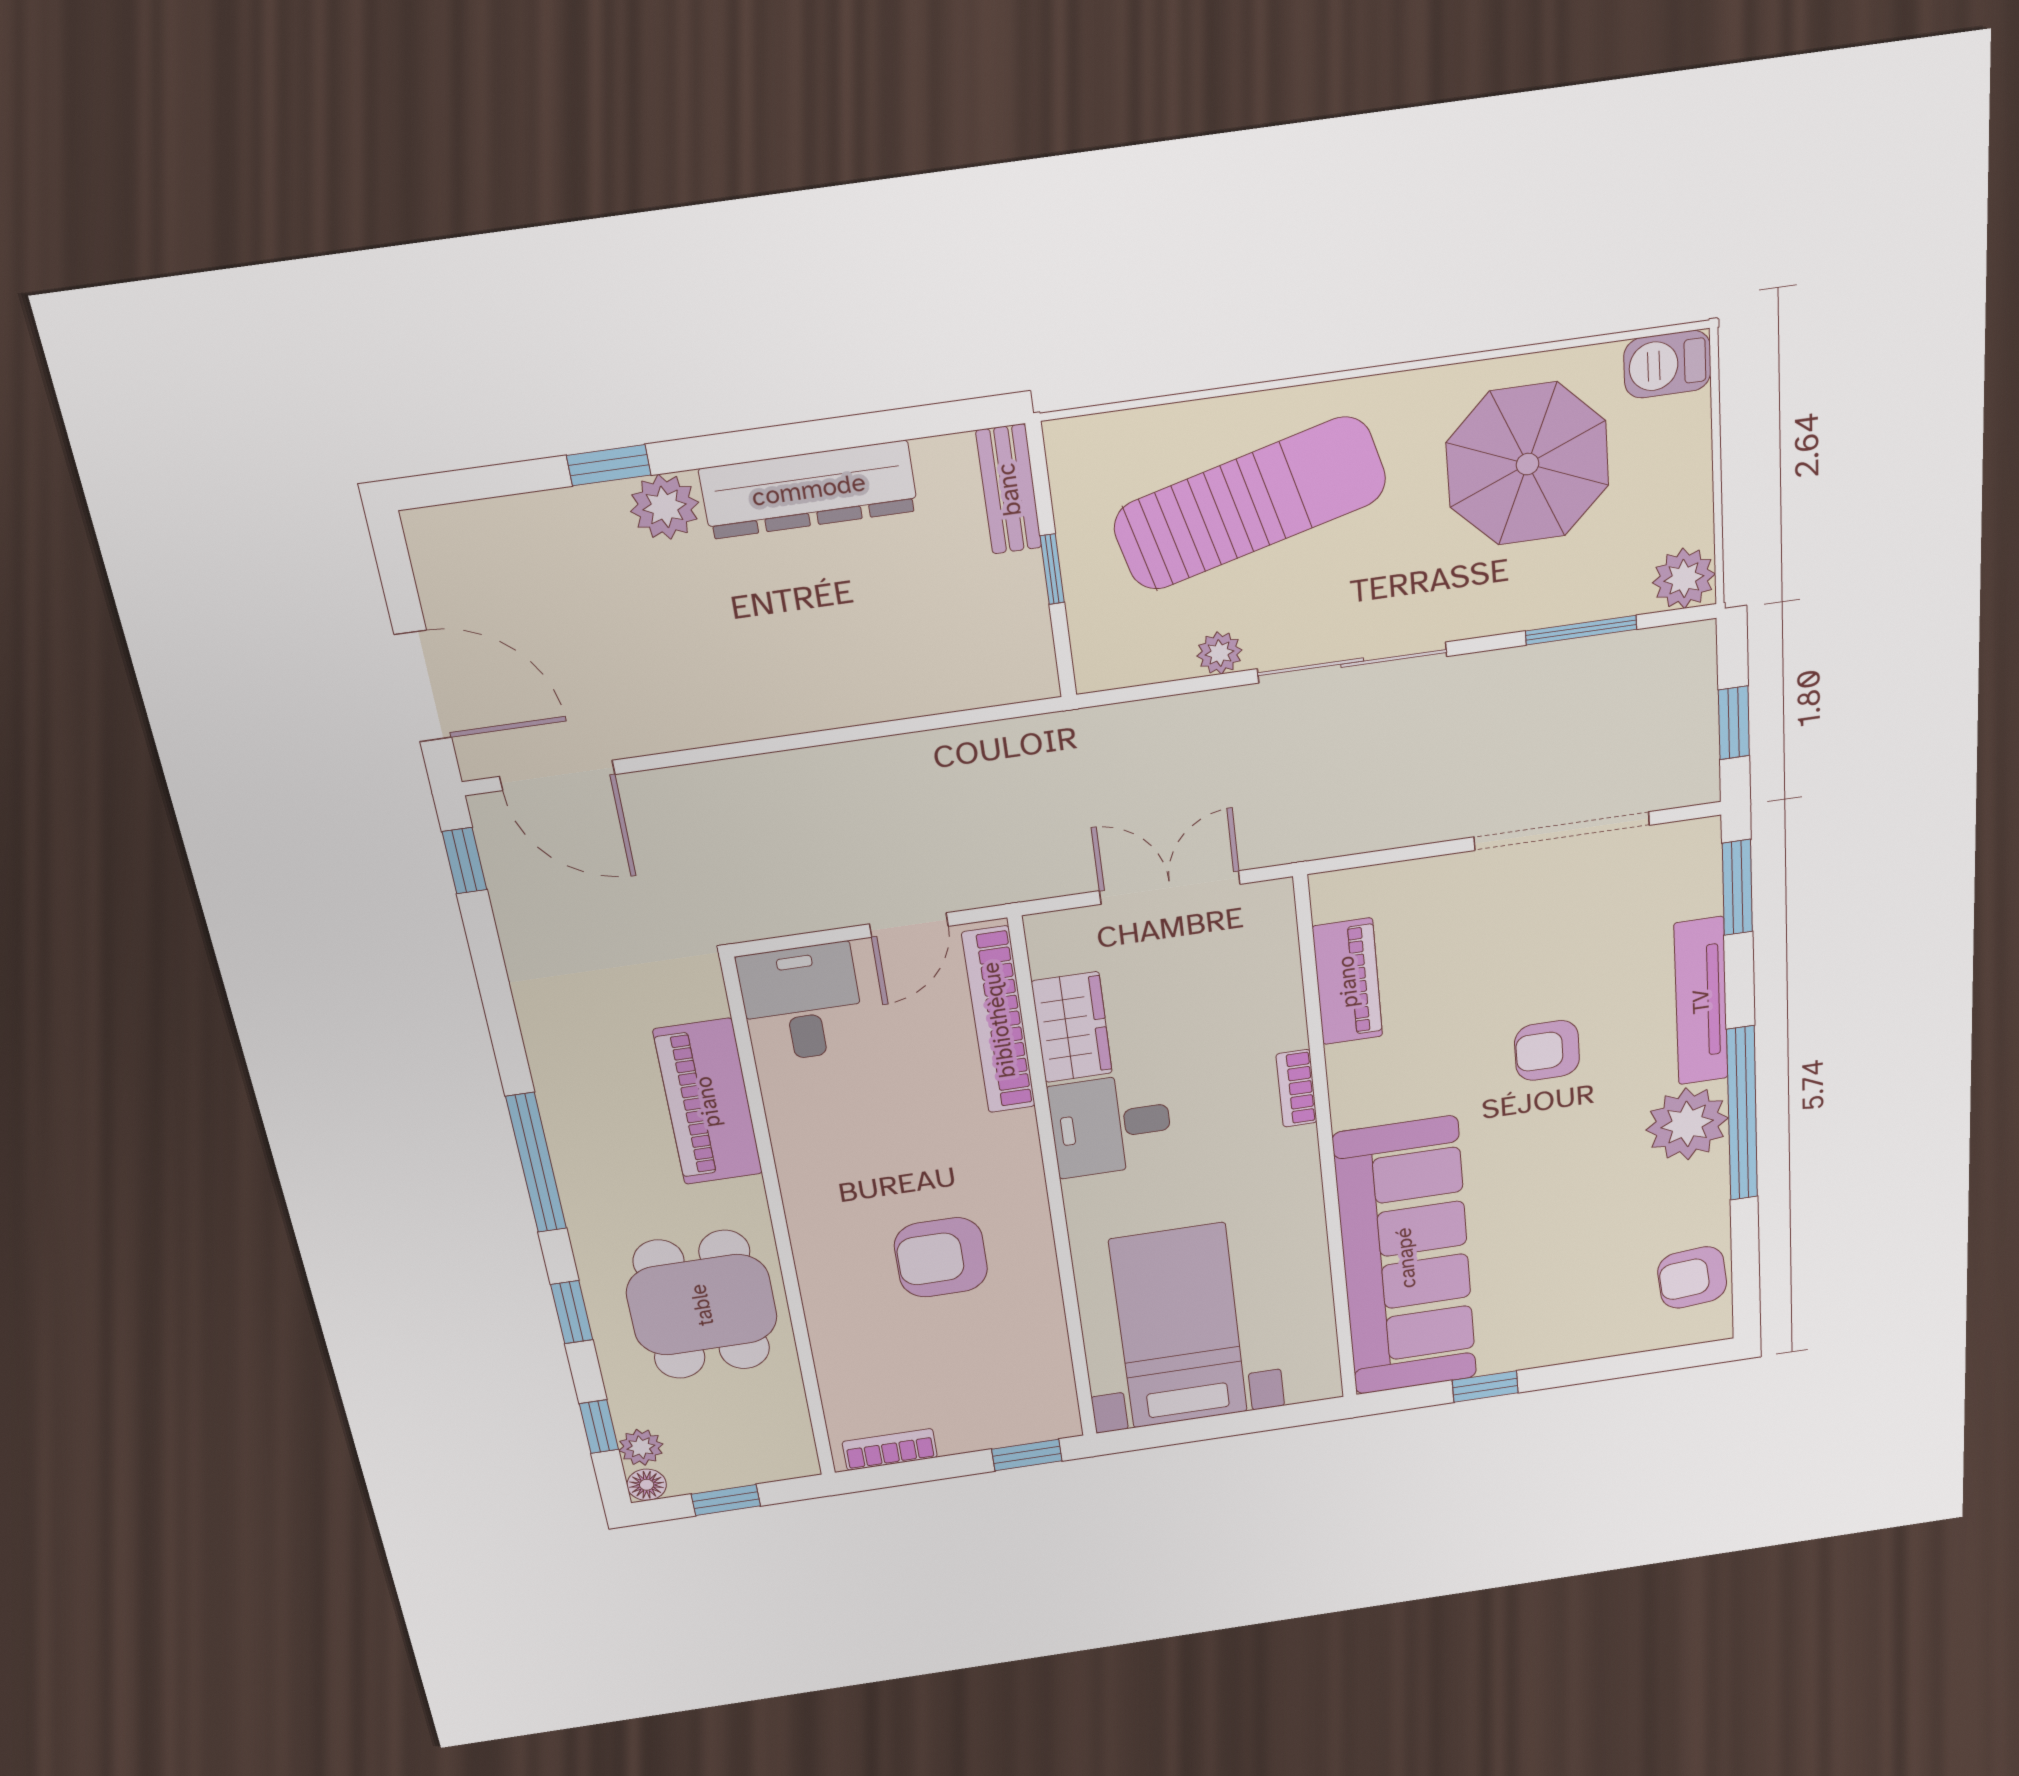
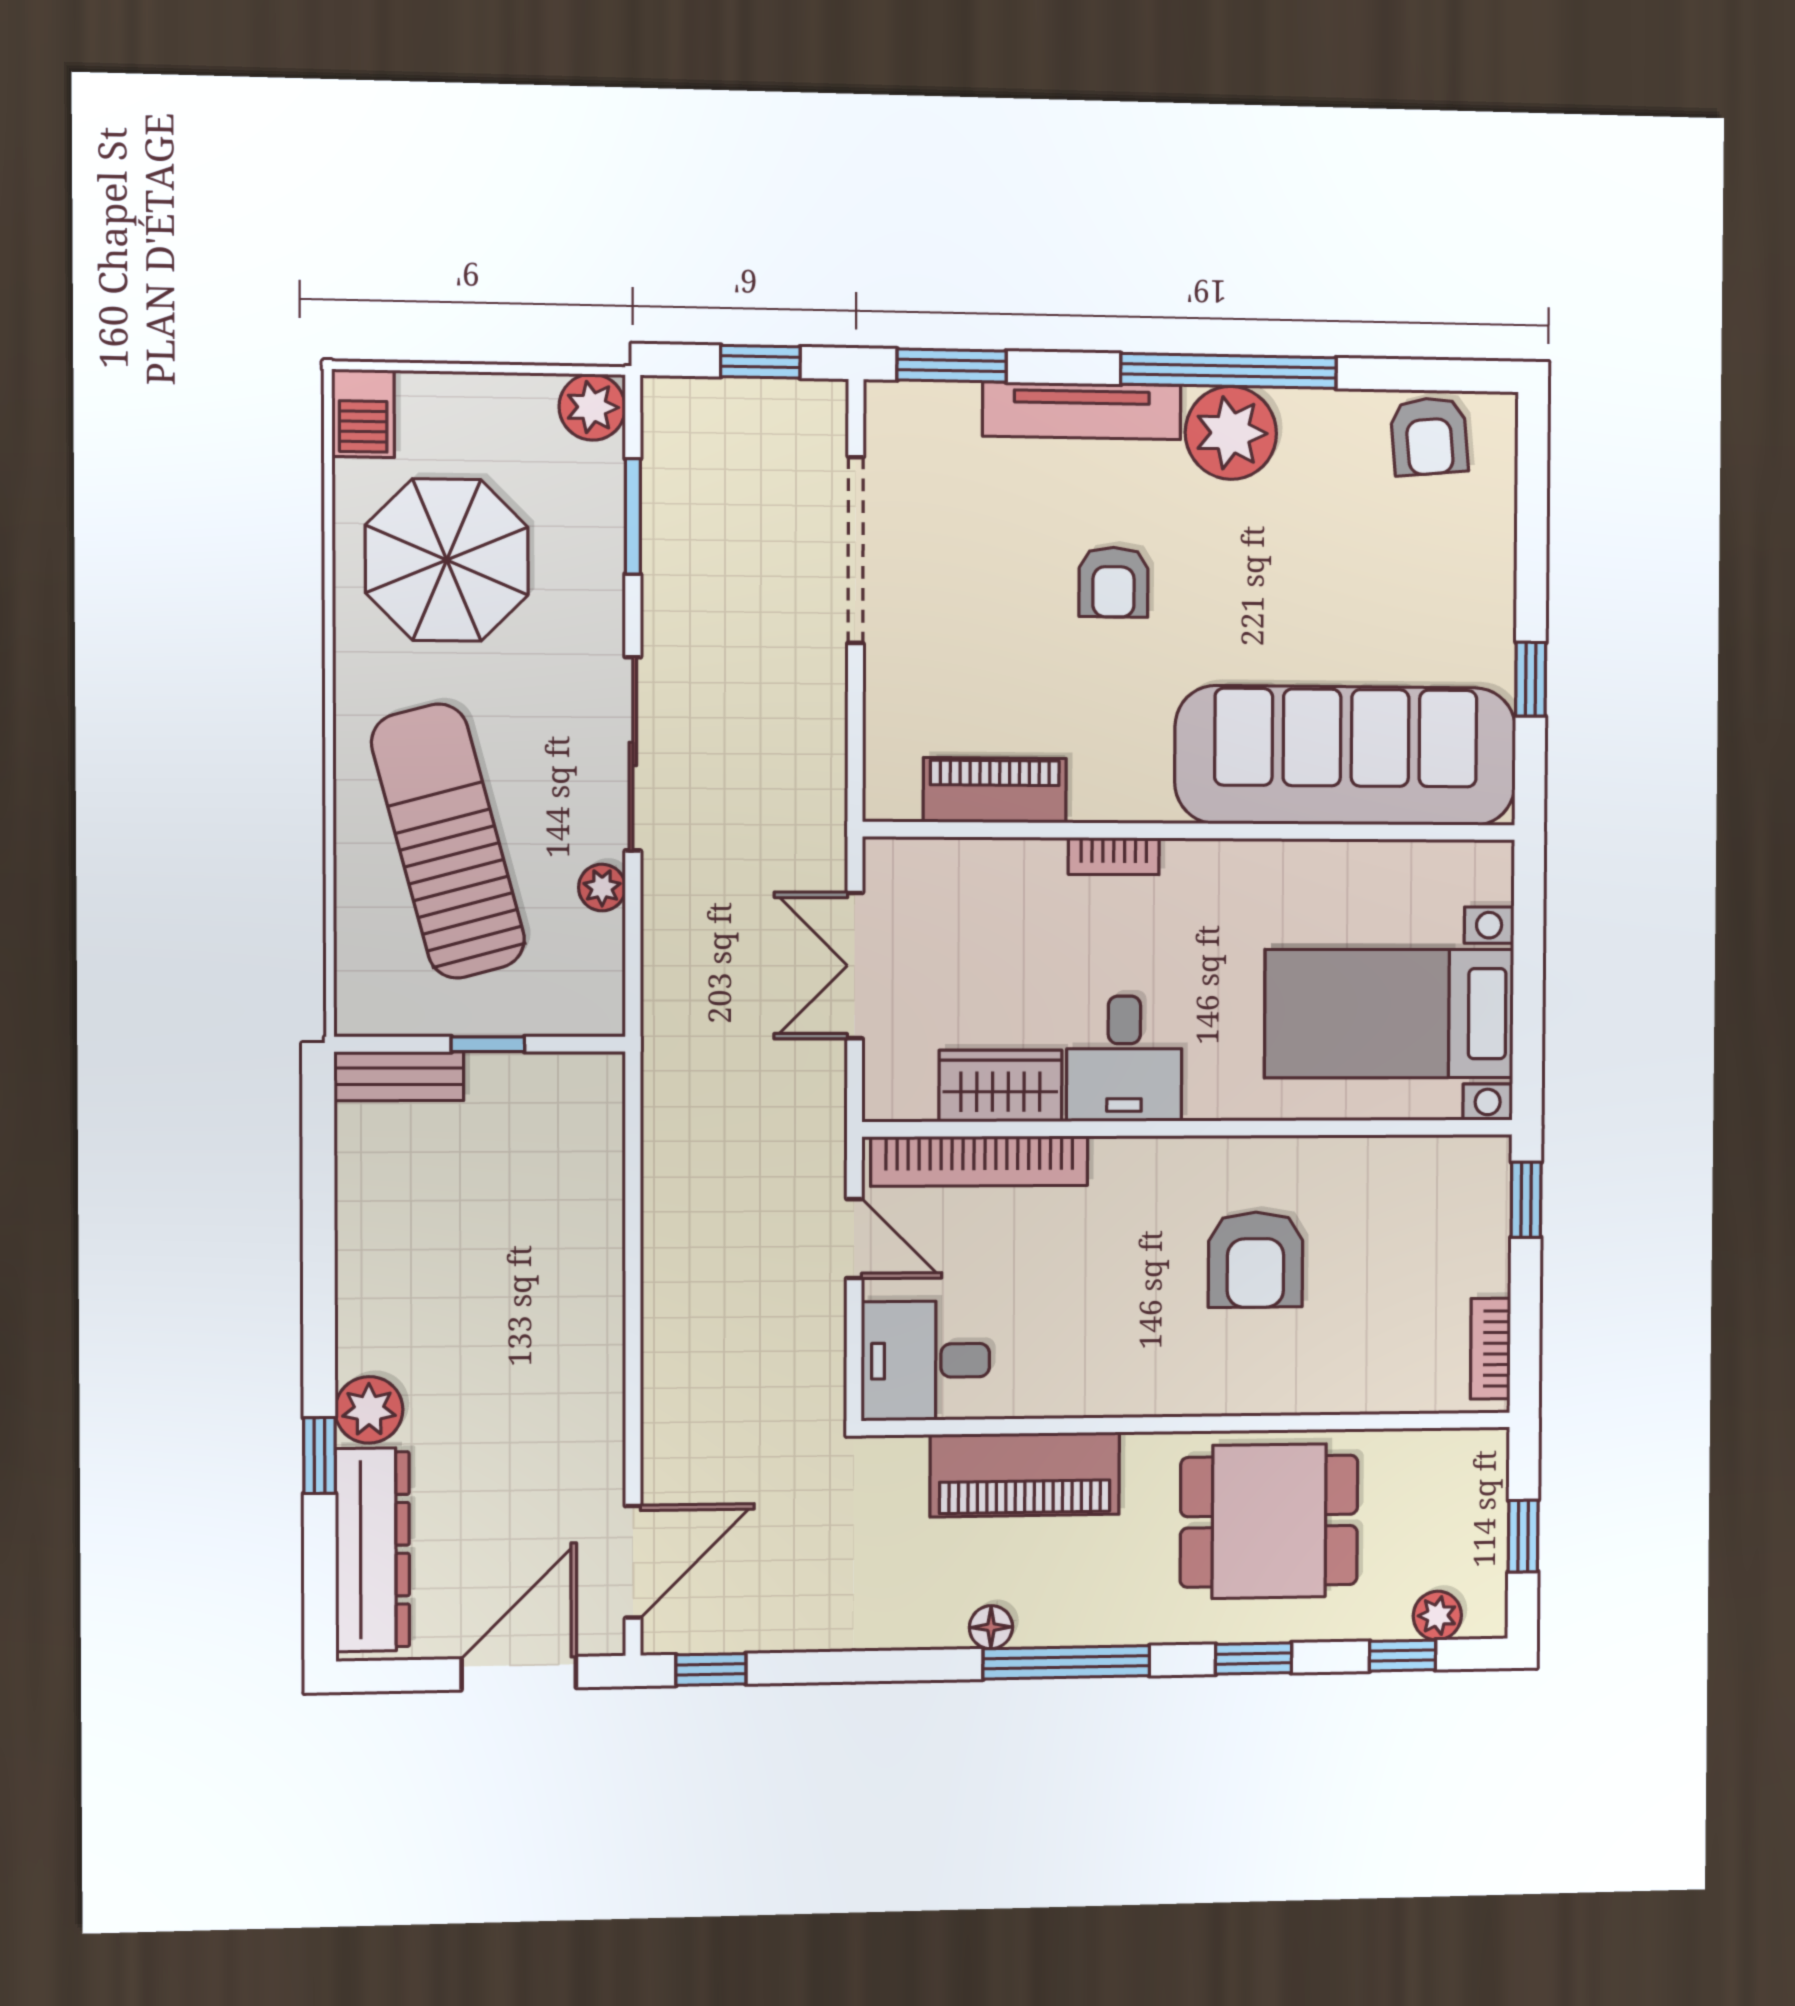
dresser: (809, 490) -> (372, 1550), moved
floor lamp: (647, 1485) -> (991, 1627), moved

